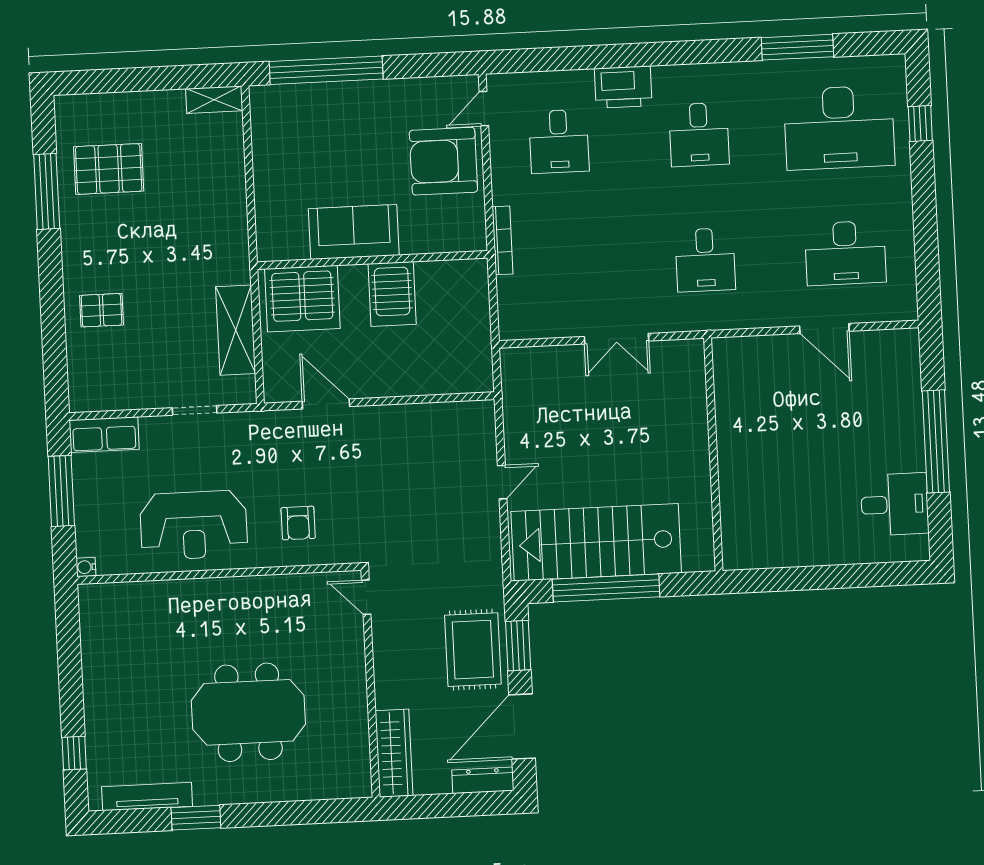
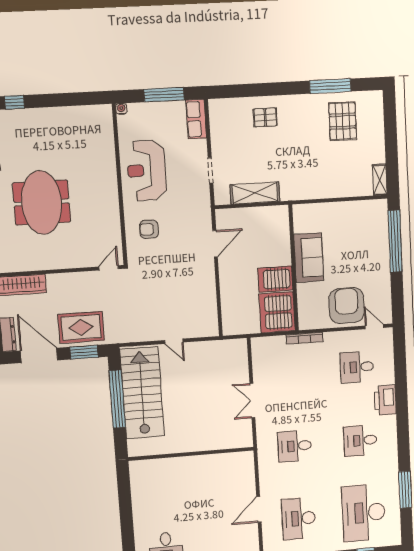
server rack: (302, 299) -> (277, 312), moved
pallet: (101, 310) -> (265, 117), turned 90

